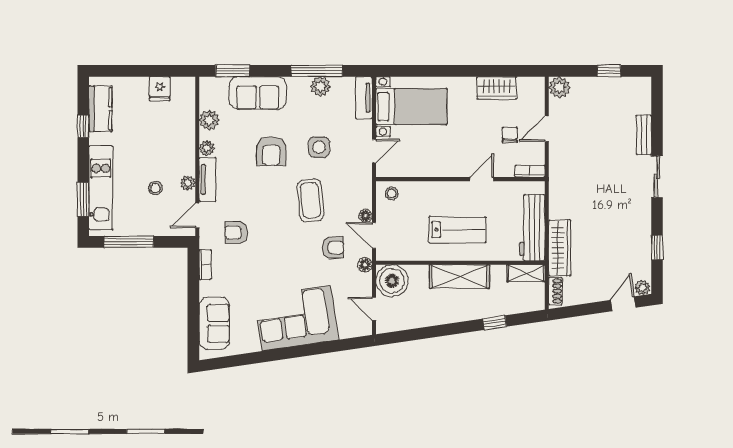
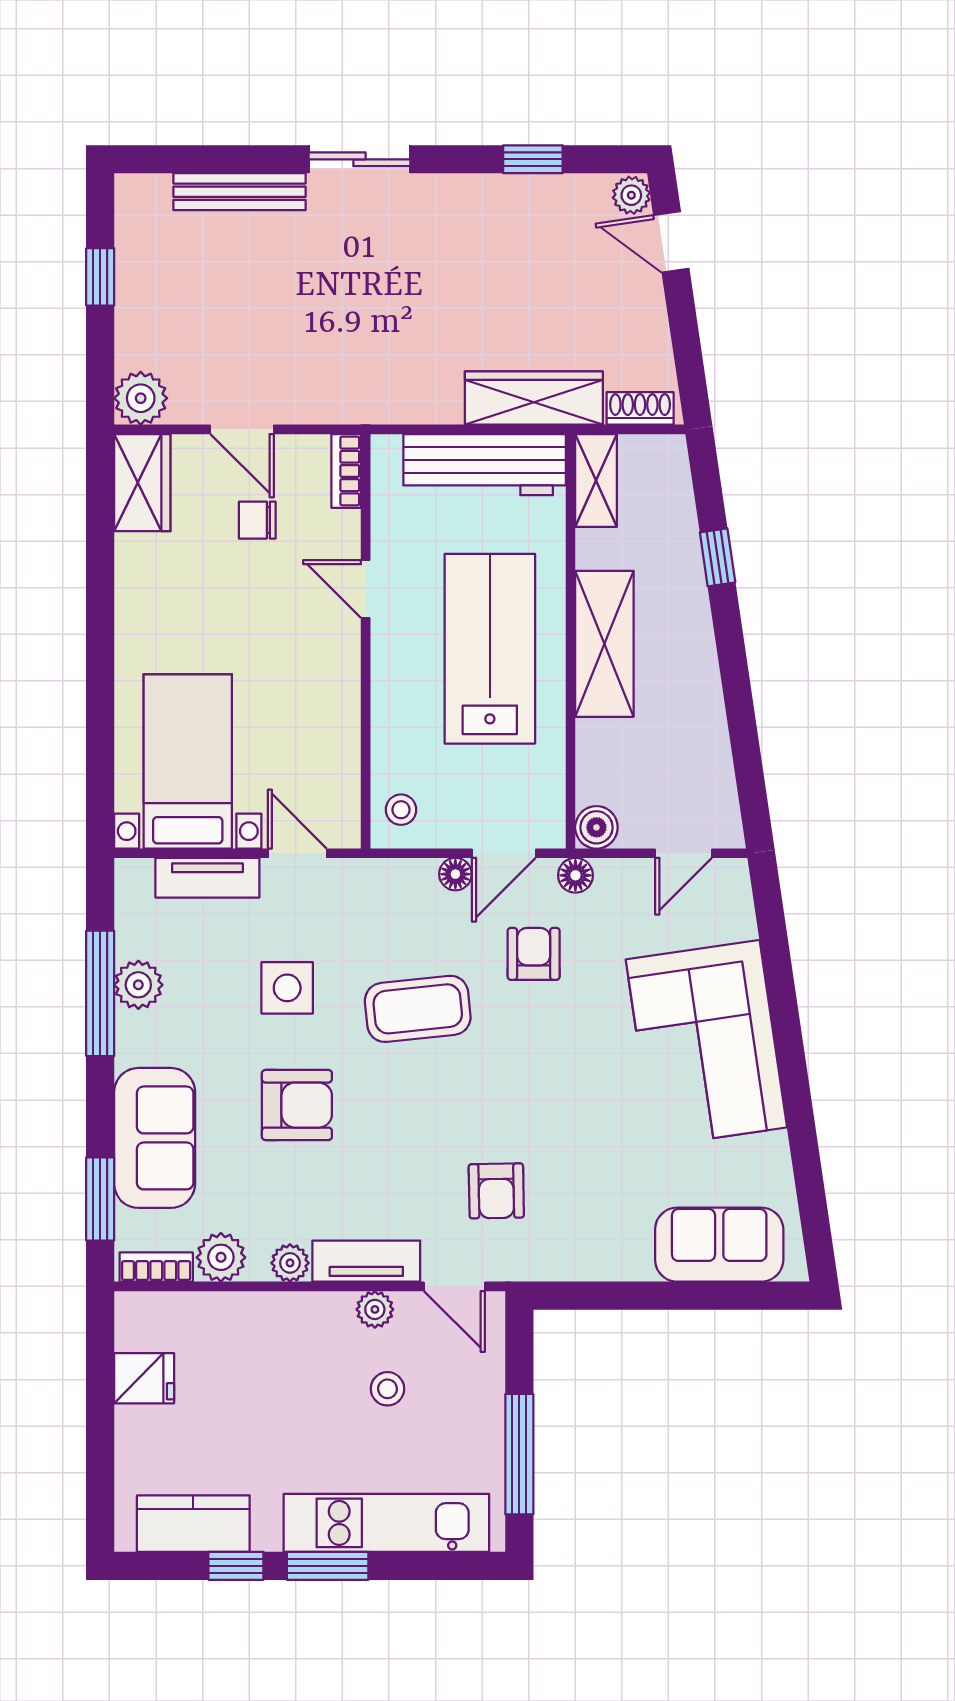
wardrobe: (497, 88) -> (142, 483), moved
tv unit: (364, 98) -> (207, 878), moved
bench: (644, 135) -> (239, 192), width x1.36
window: (83, 199) -> (328, 1566), moved
lab bench: (457, 230) -> (490, 649), width x1.36, depth x1.39
bookcase: (205, 265) -> (156, 1267), moved
boiler: (392, 281) -> (596, 827), width x0.54, depth x0.54

